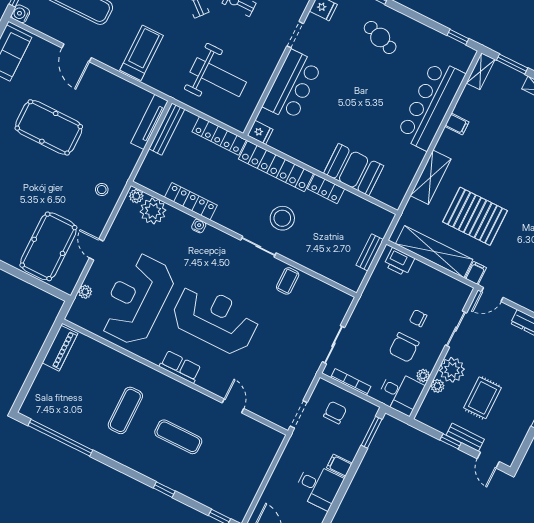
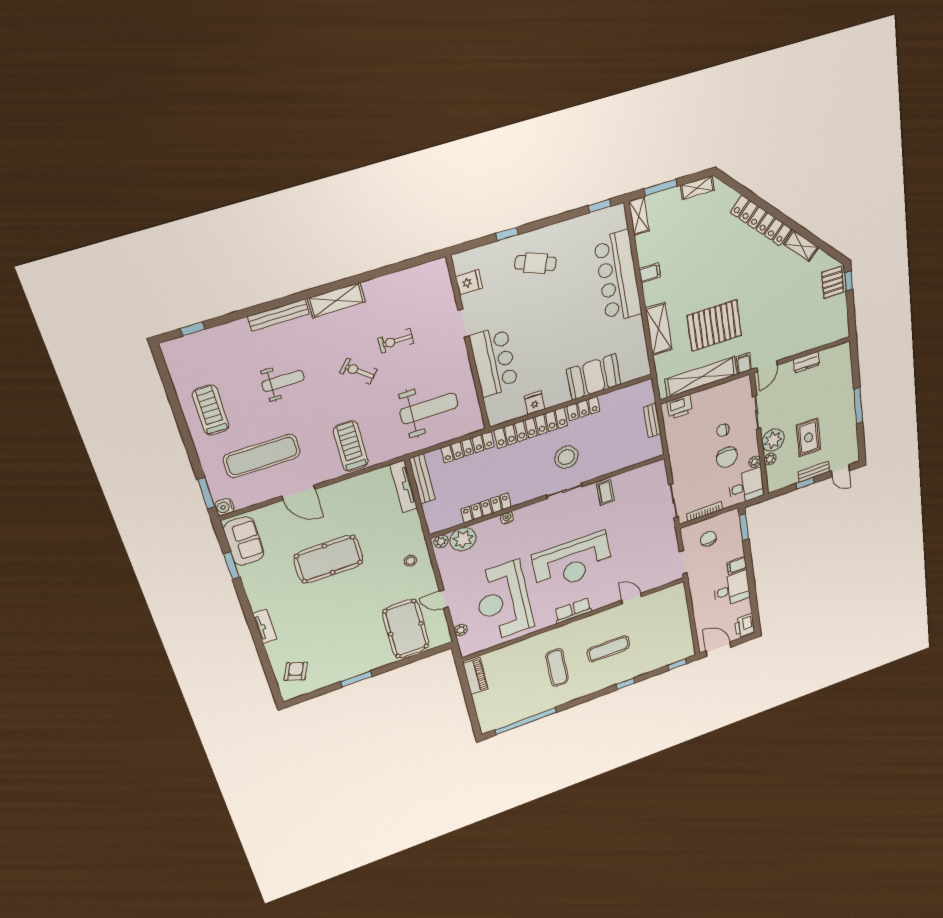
fridge: (260, 132) -> (535, 403), moved, turned -90
reception desk: (215, 319) -> (572, 562), turned 180

